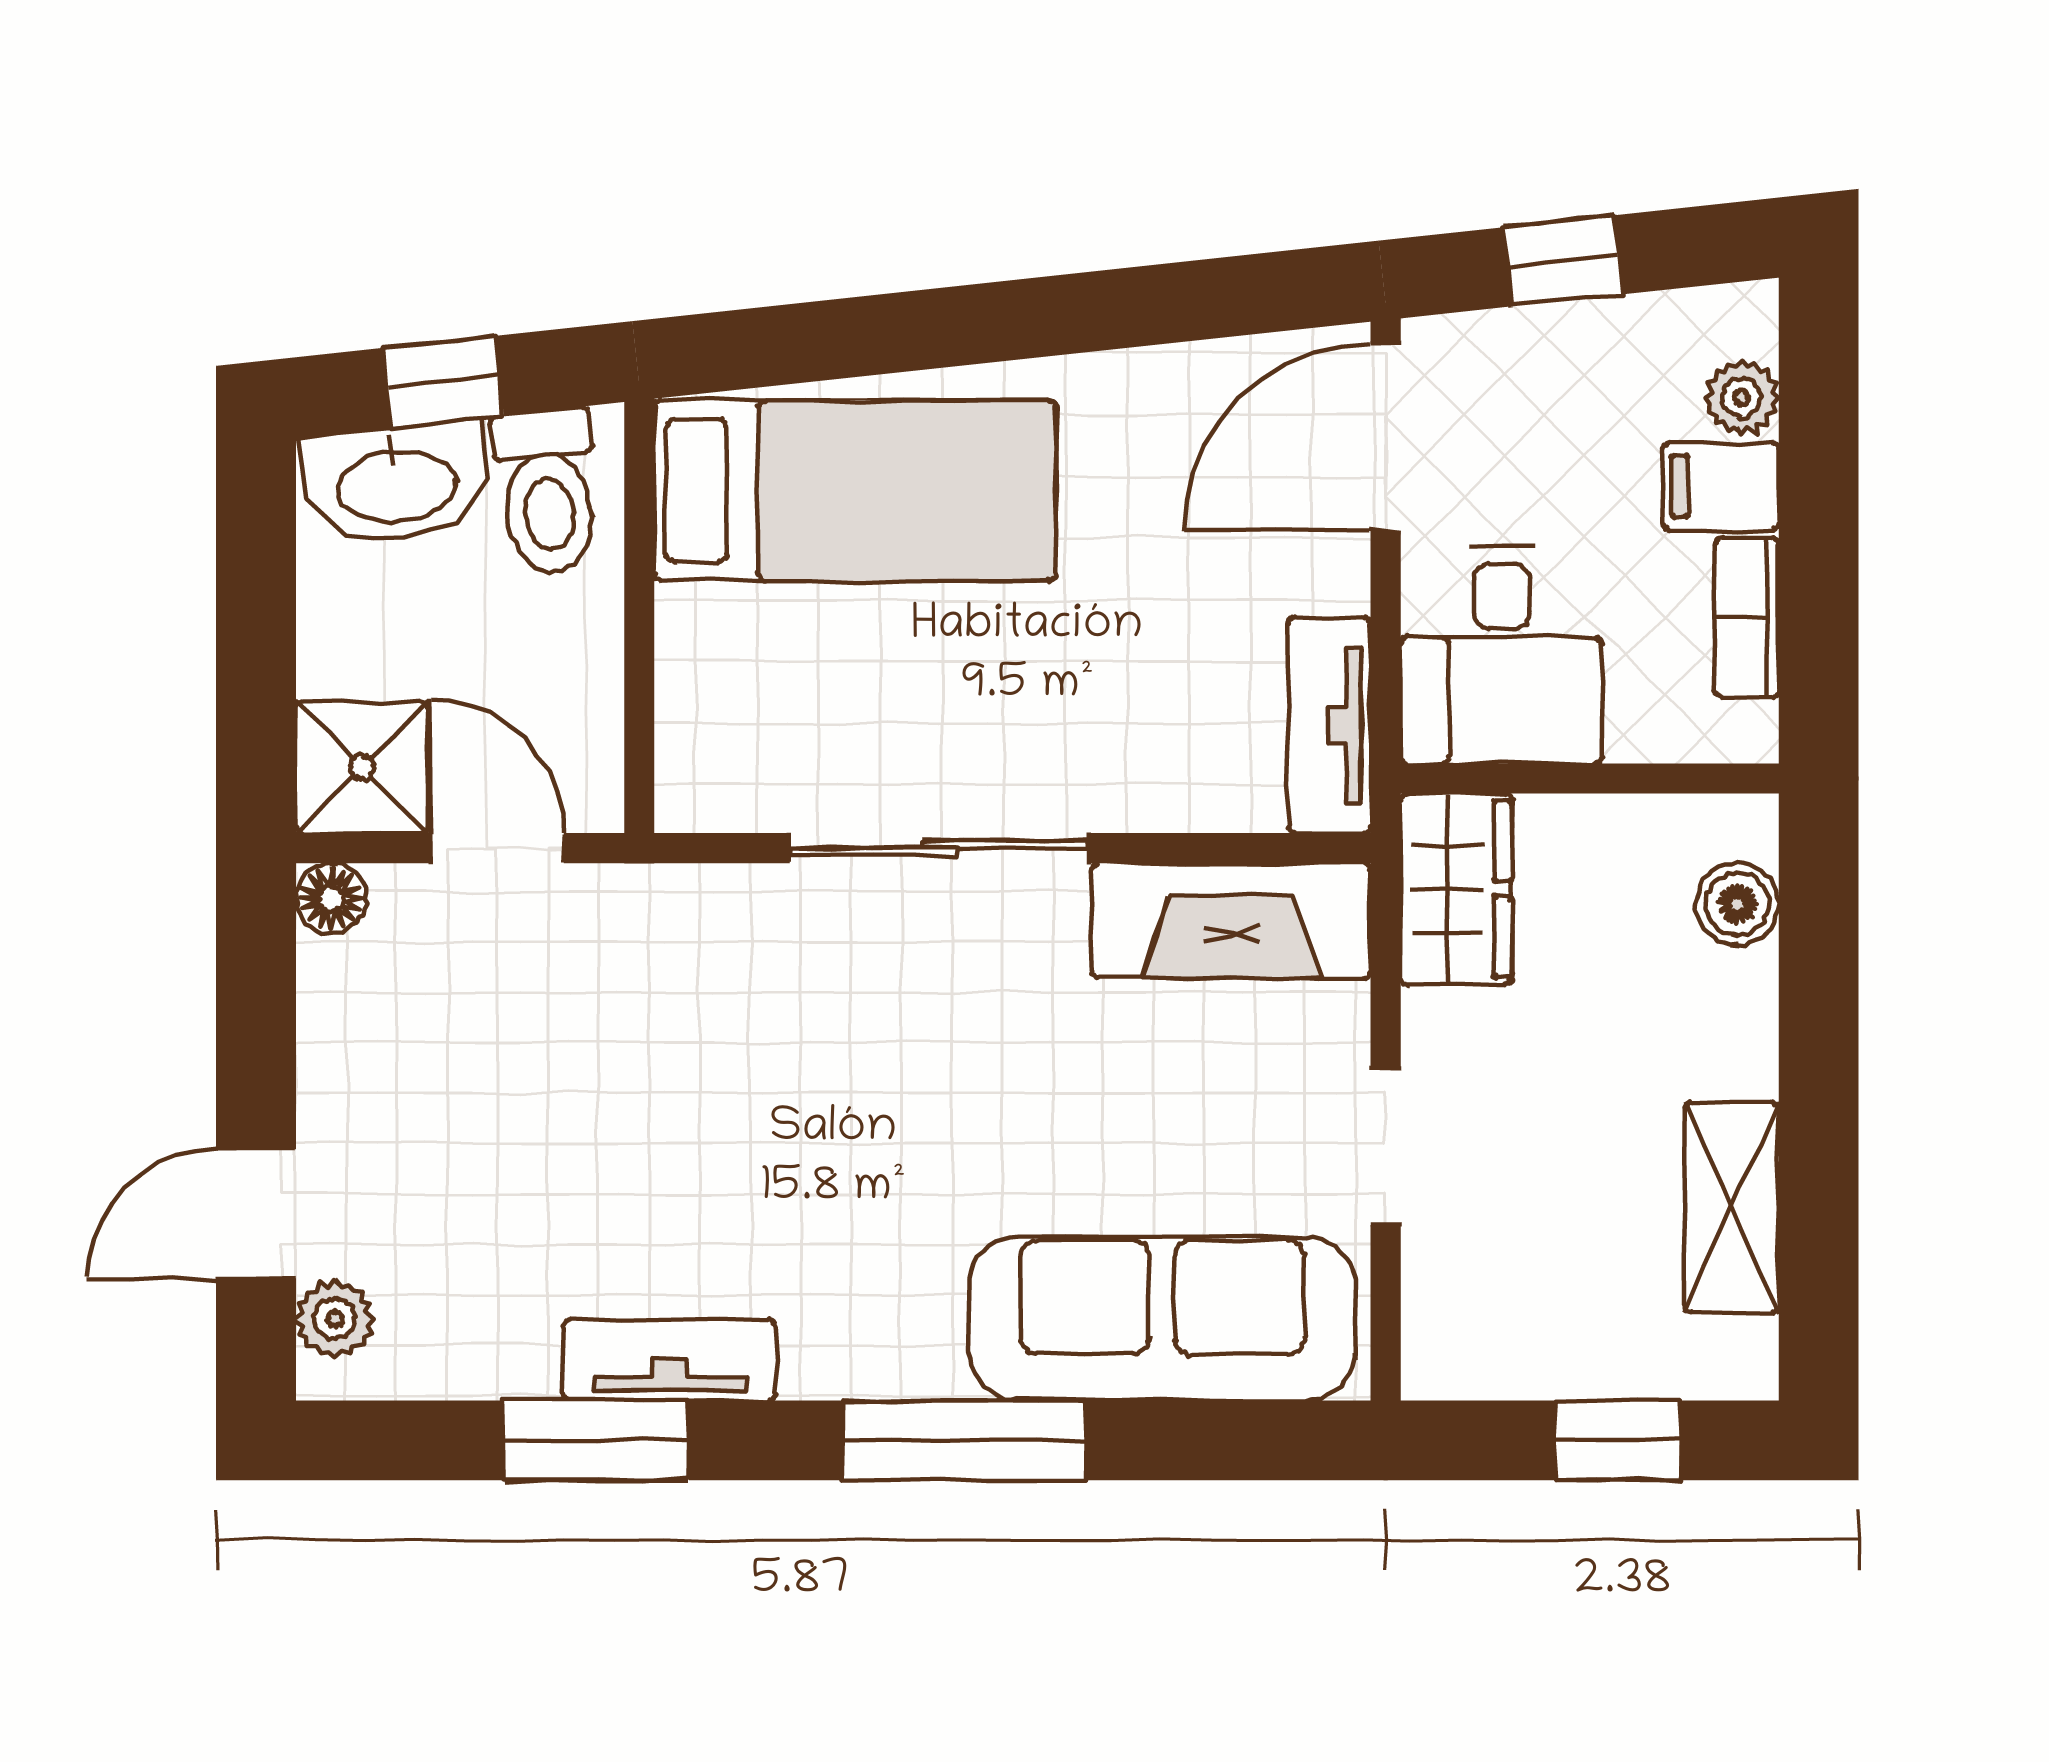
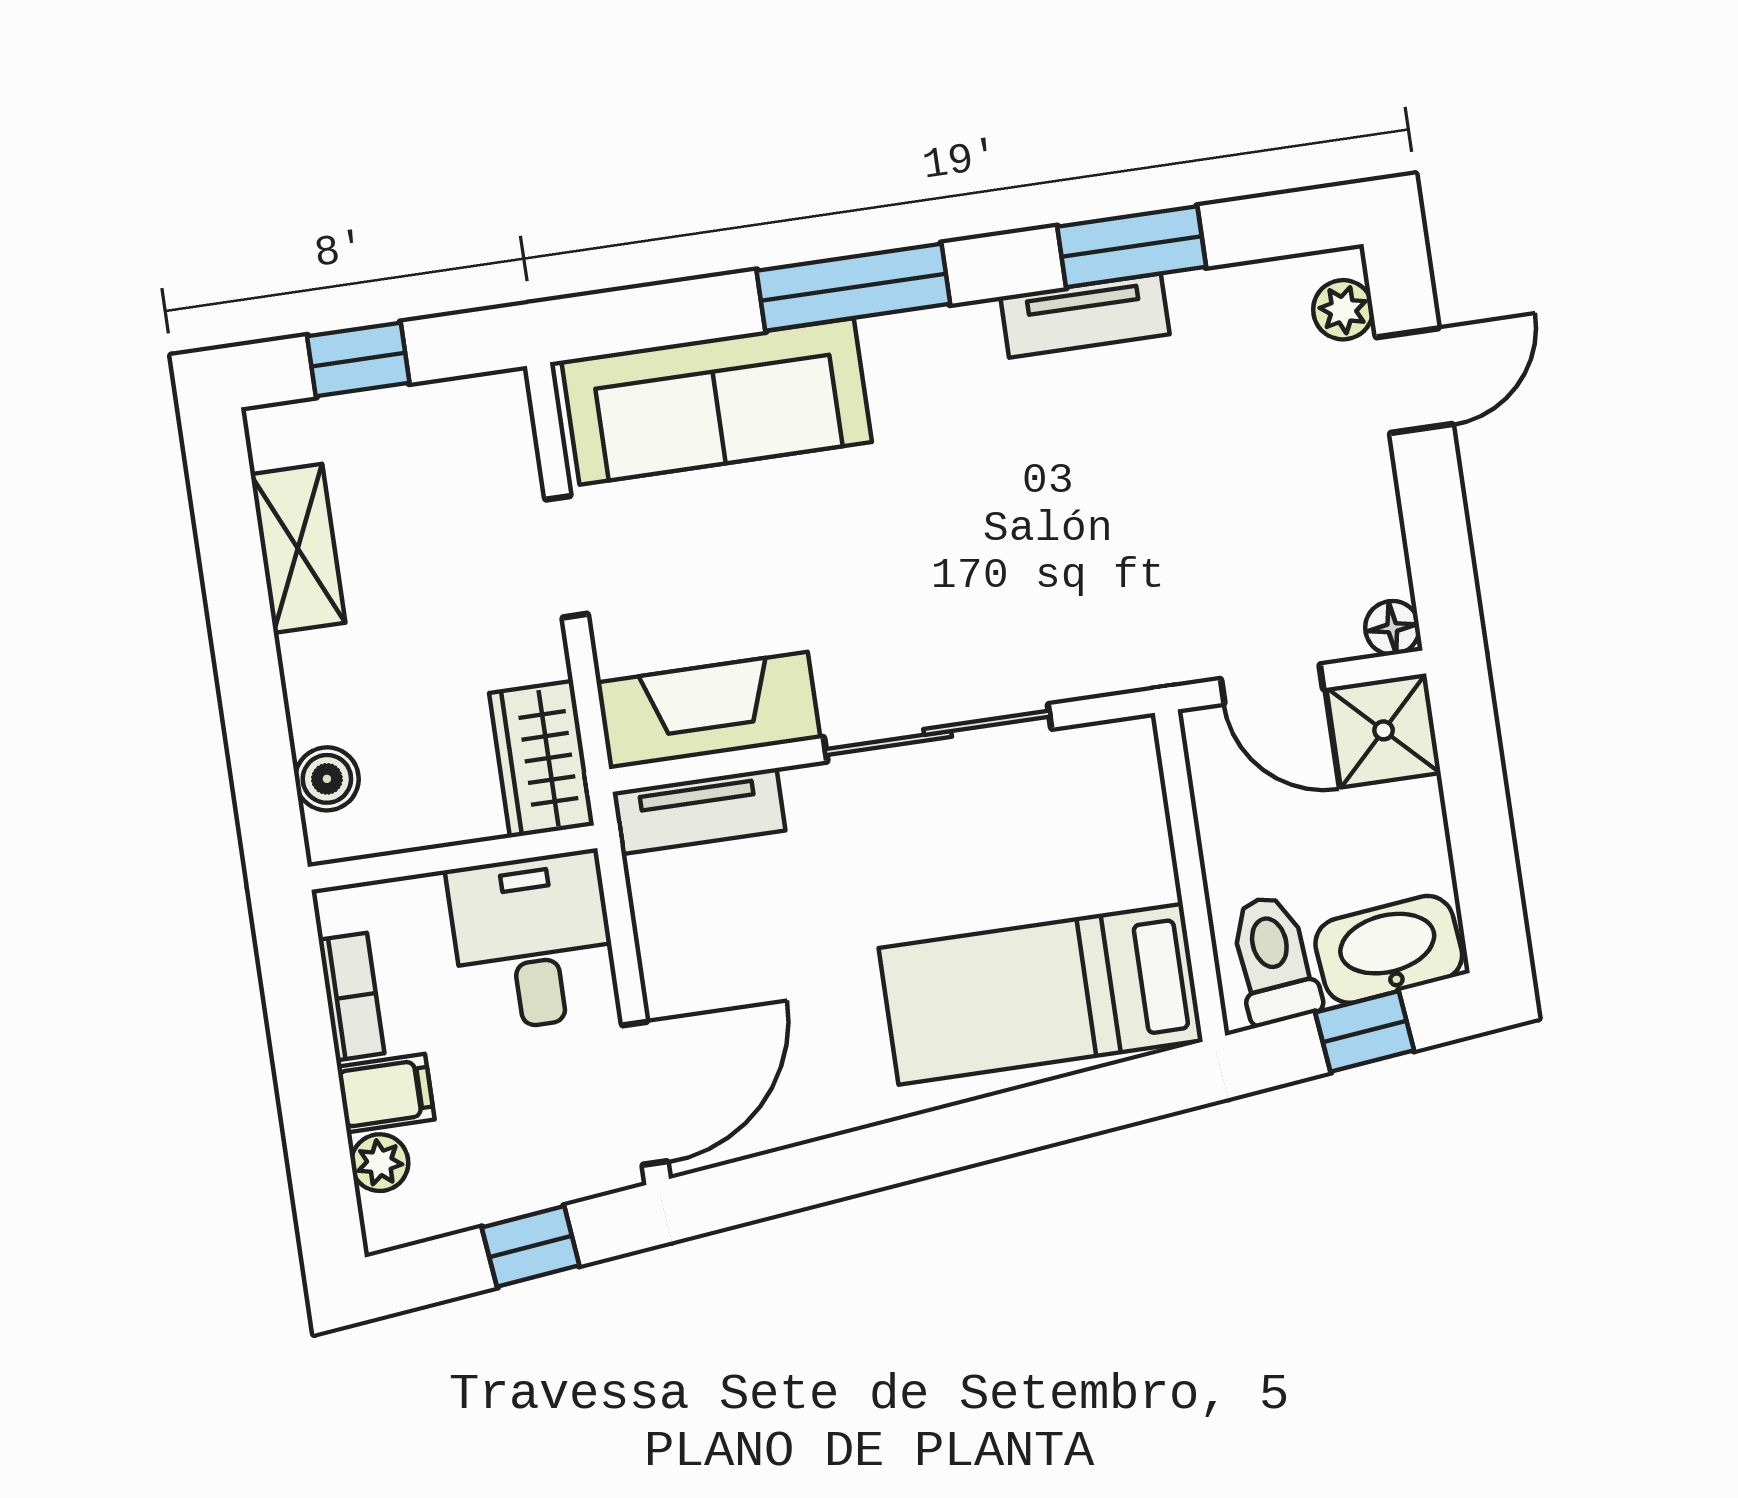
tv unit: (1329, 725) -> (699, 811), moved, turned 90

